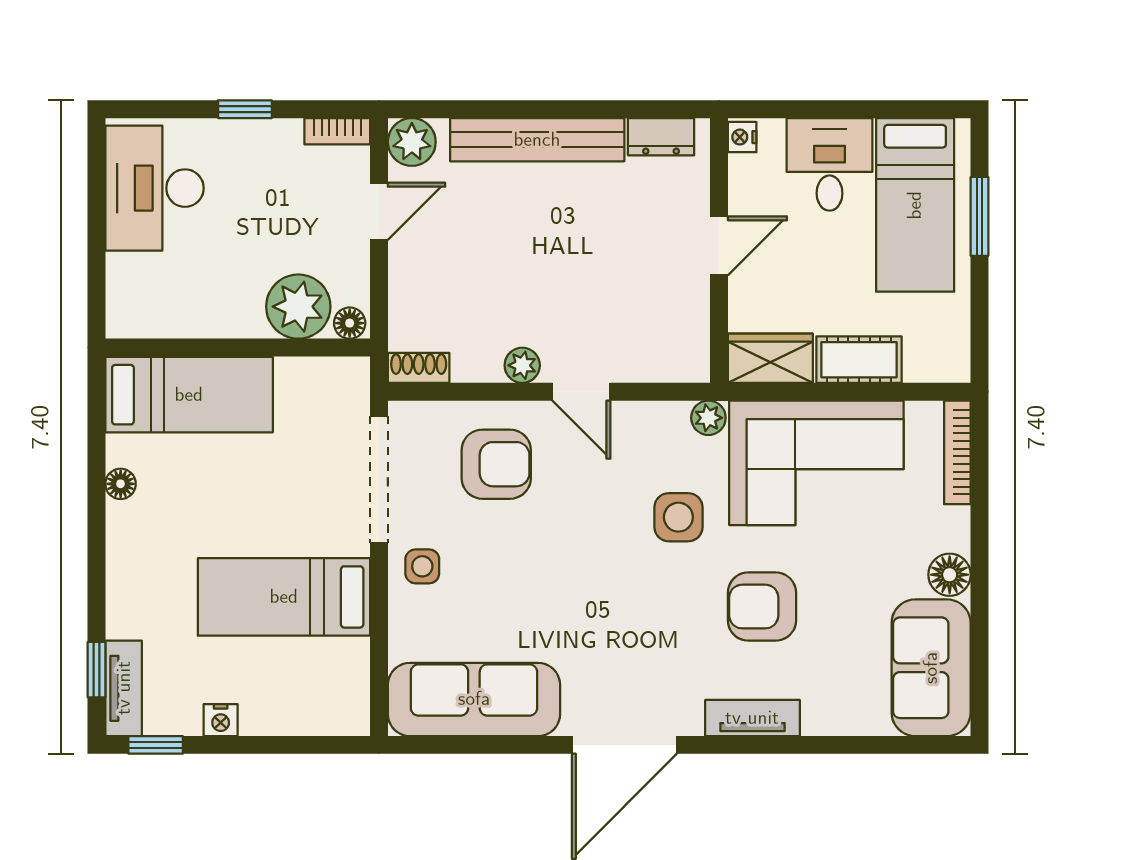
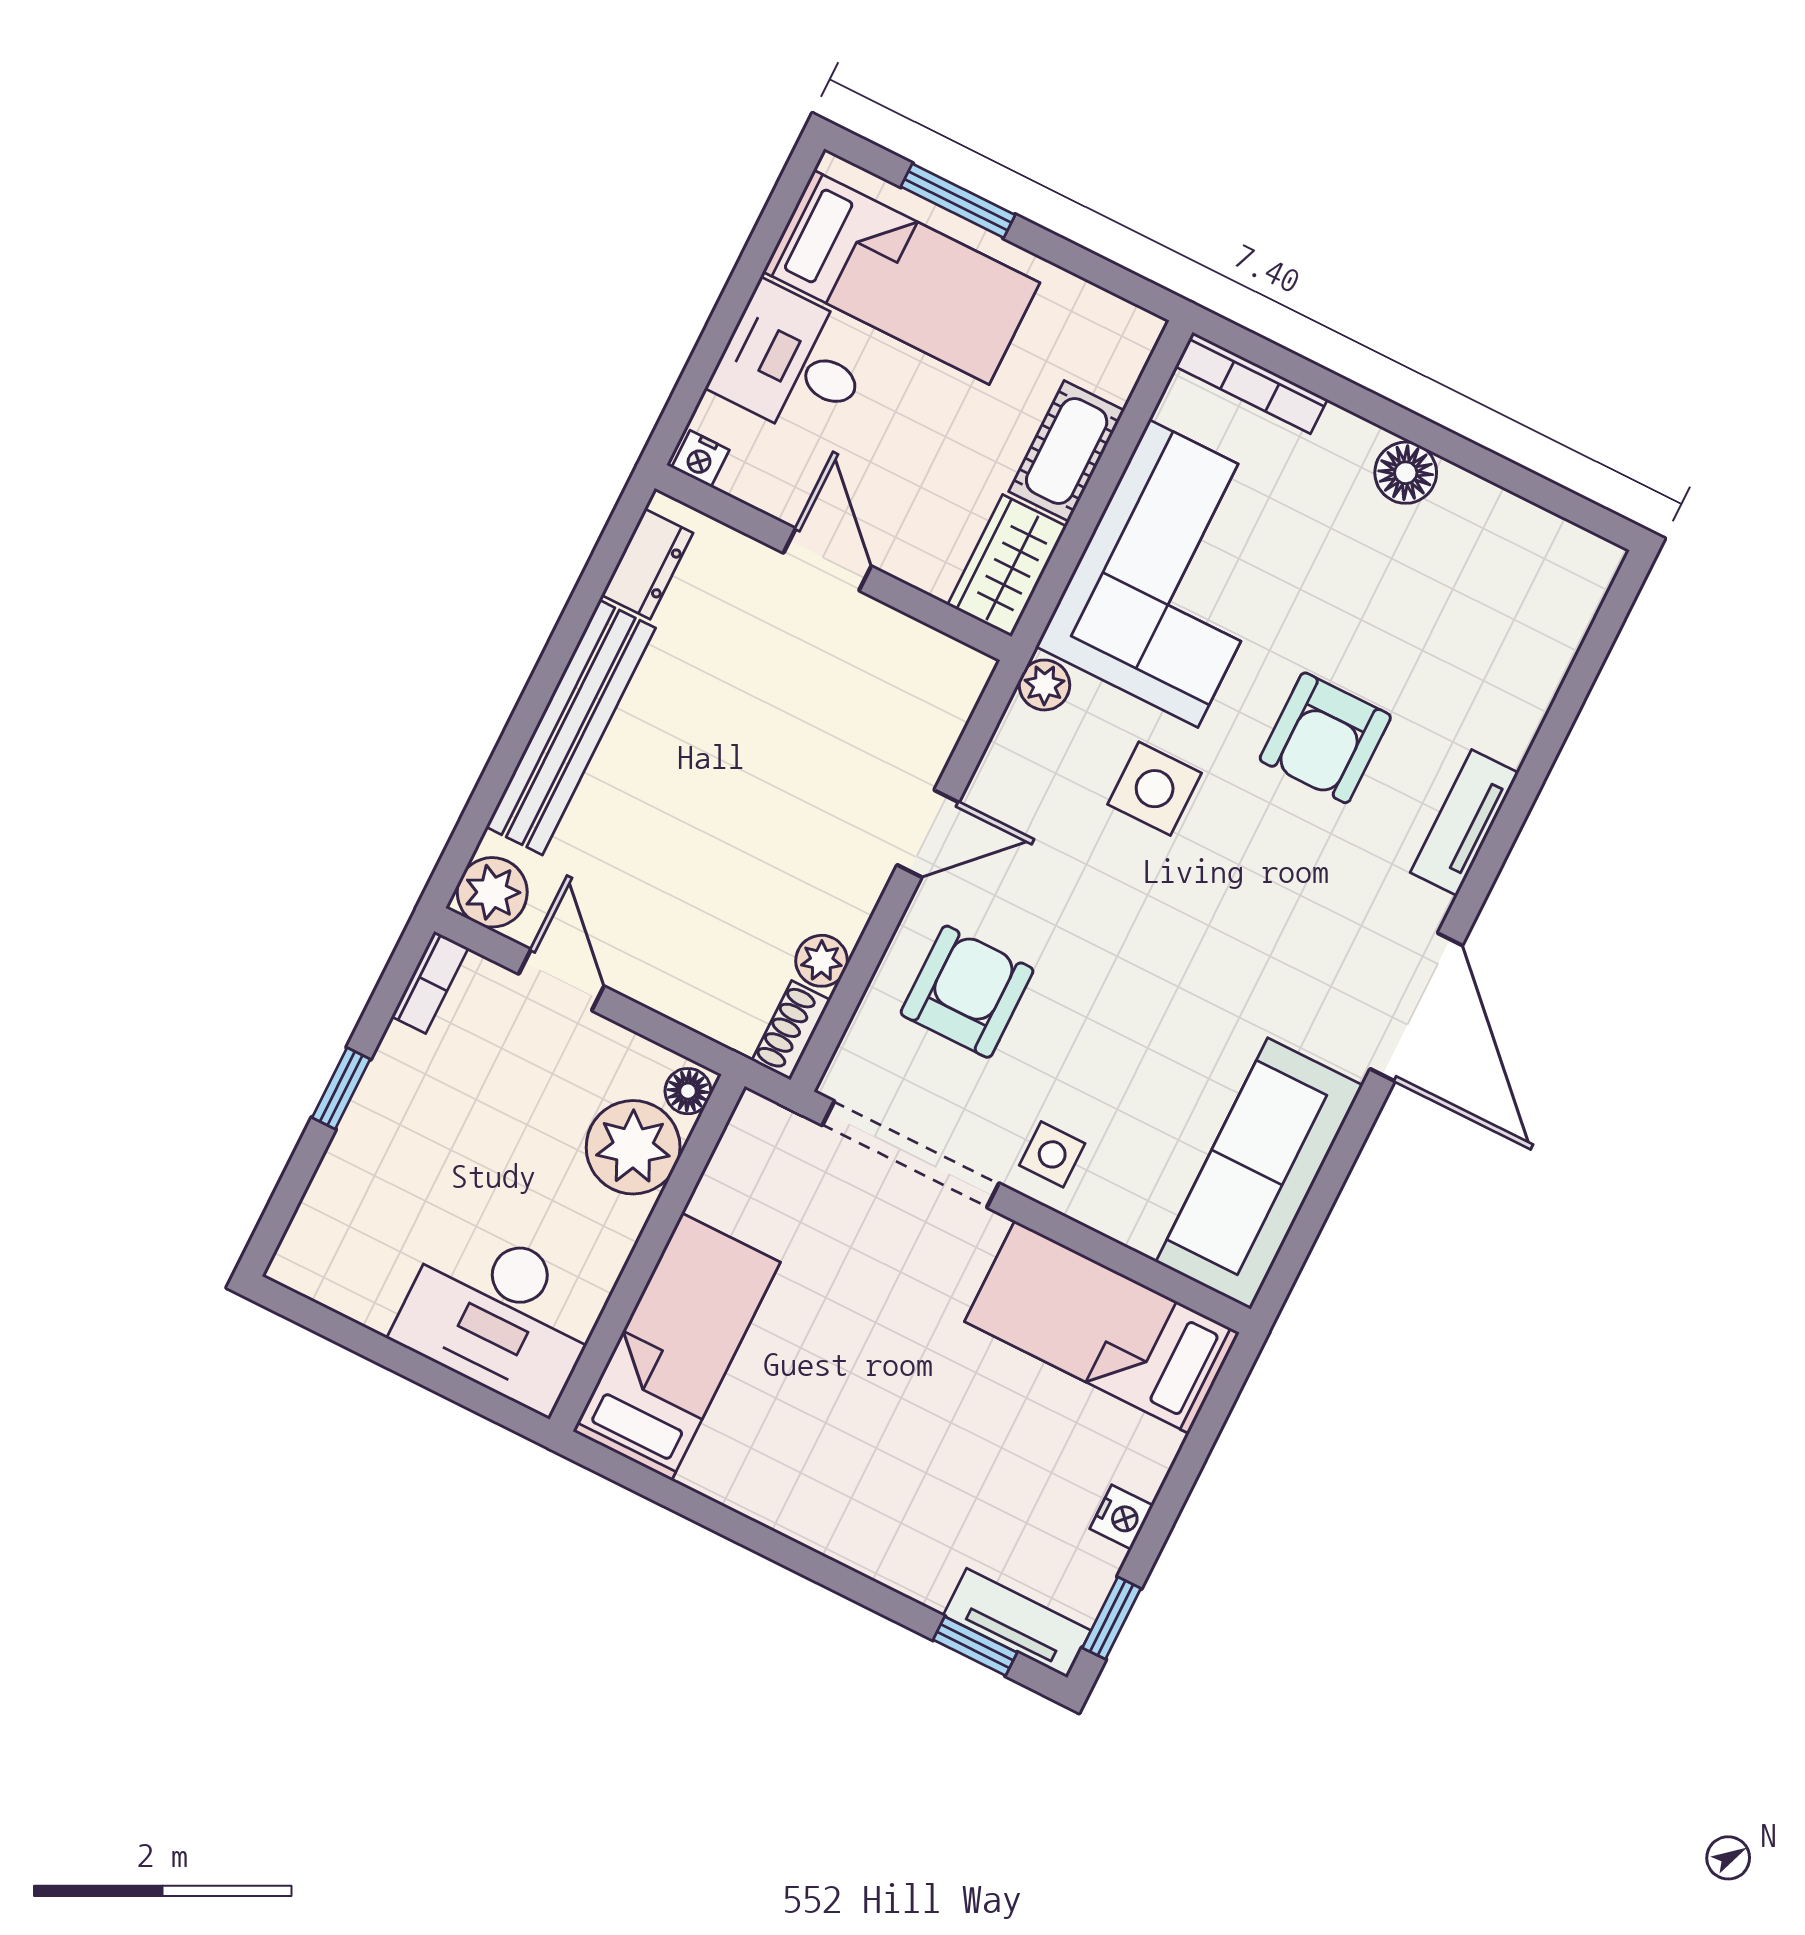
desk: (154, 188) -> (500, 1315), moved
plant: (522, 365) -> (822, 961), moved
floor lamp: (121, 484) -> (749, 1494), removed
bed: (284, 597) -> (1102, 1327), moved, turned 90
sofa: (931, 668) -> (1515, 557), removed

